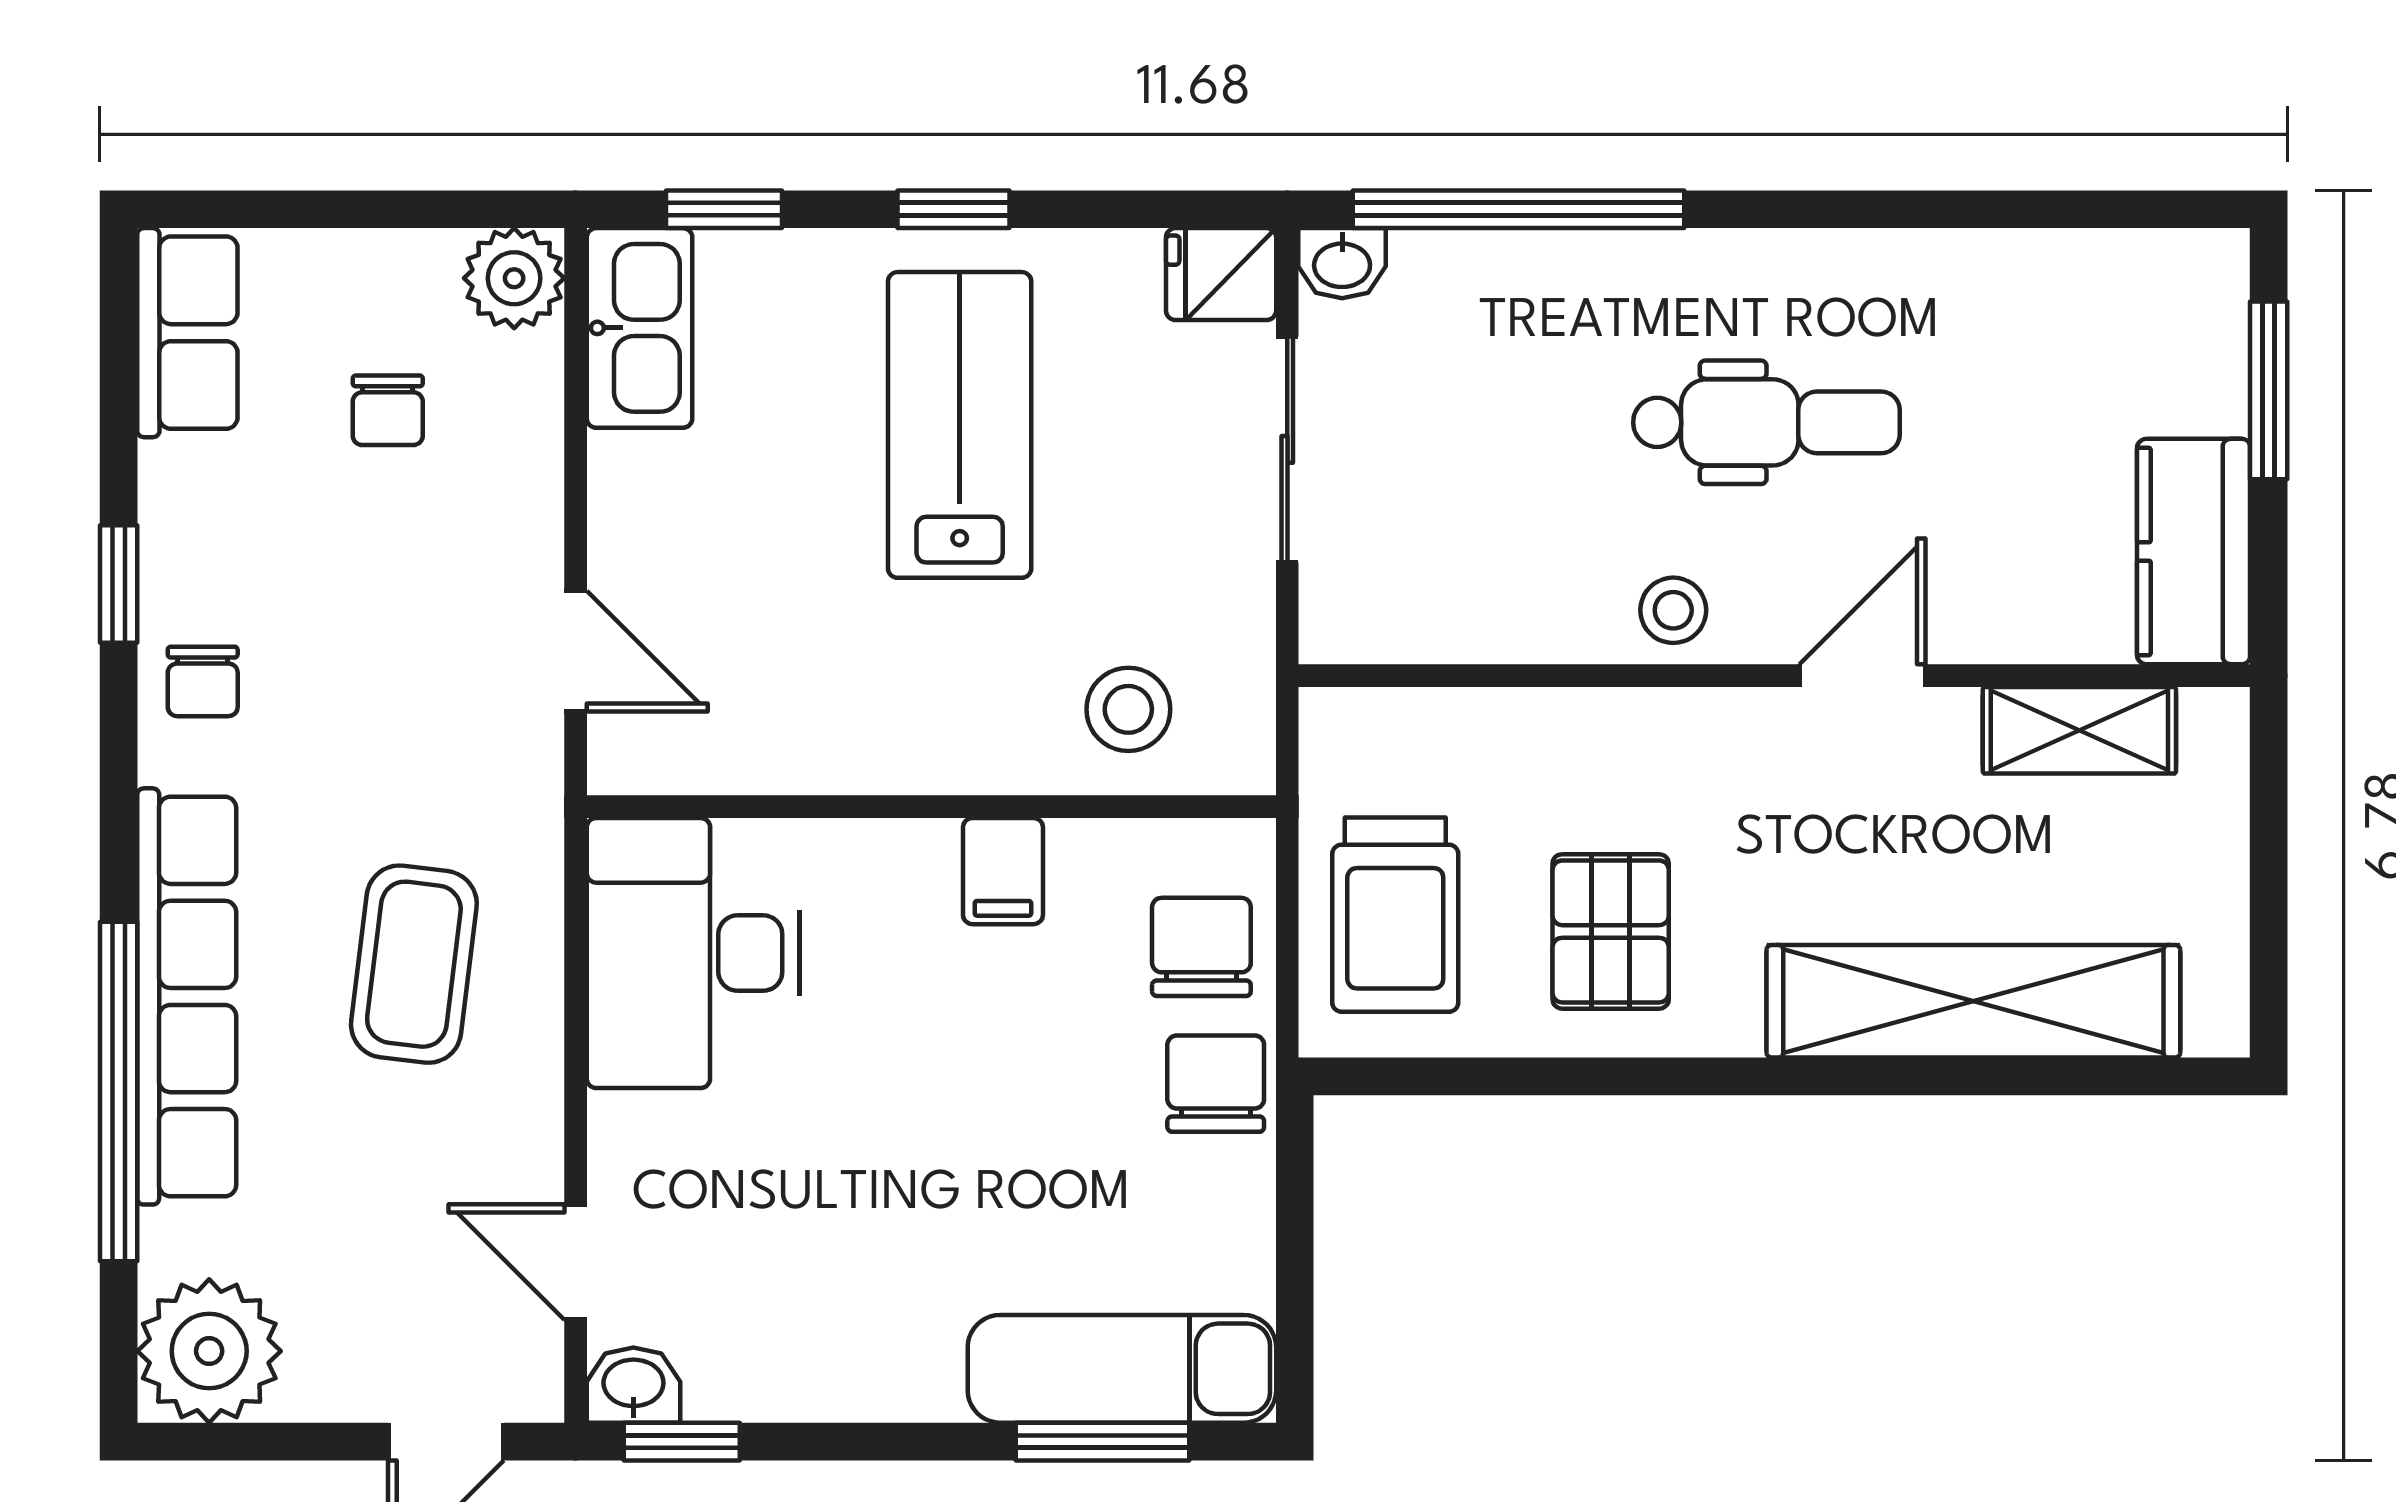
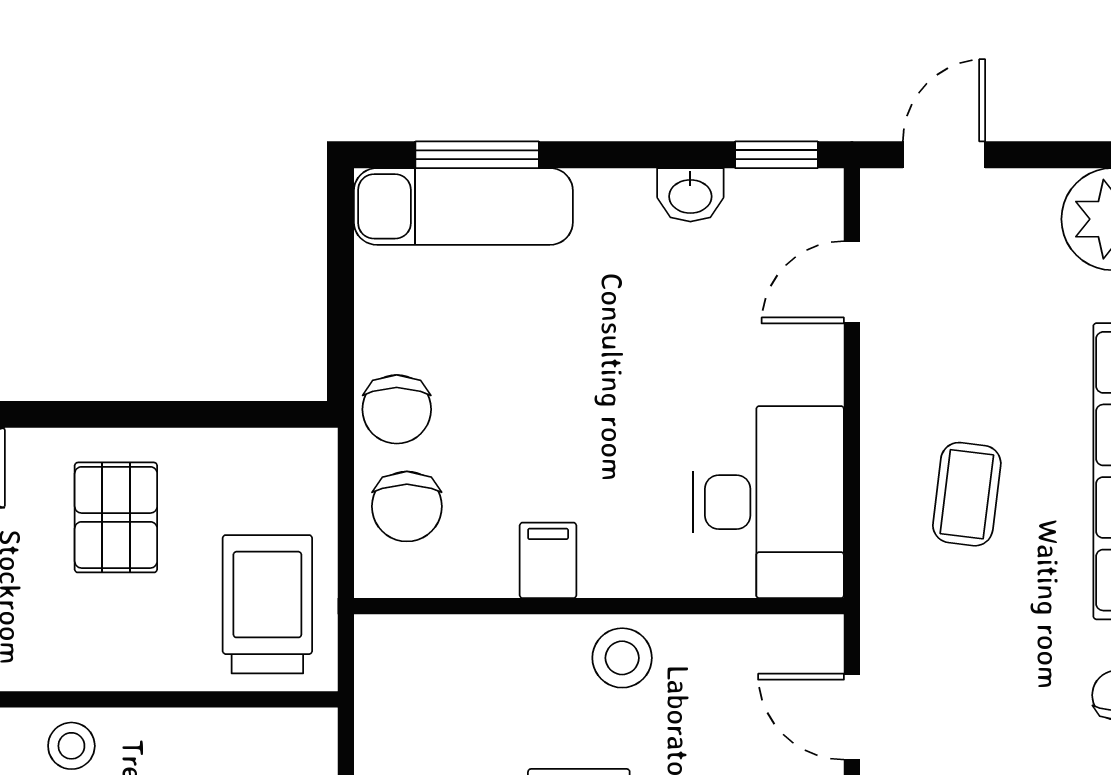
stool: (1128, 709) -> (622, 658), moved
trolley: (1395, 915) -> (267, 604), moved
coffee table: (414, 964) -> (967, 494), width x0.73, depth x0.77
door: (576, 1262) -> (852, 282), swing flipped
washbasin: (633, 1385) -> (690, 195), moved

